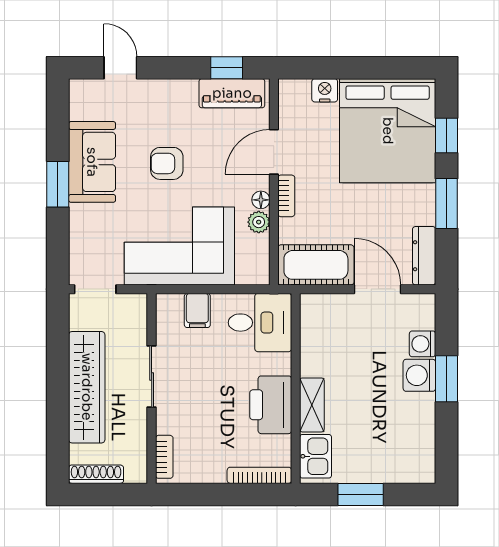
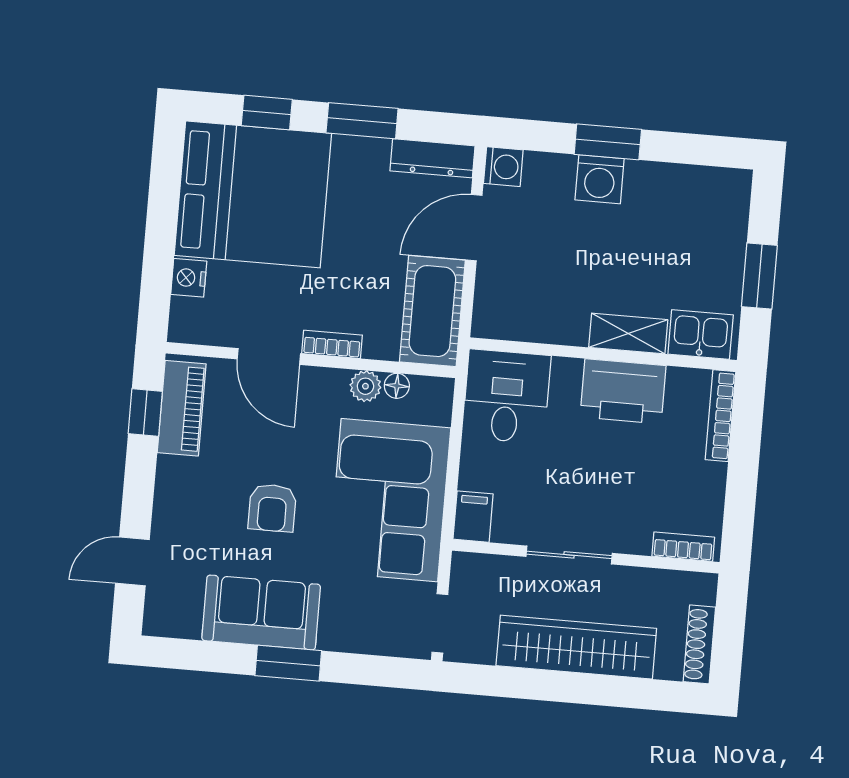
floor lamp: (261, 200) -> (397, 386), moved
filing cabinet: (197, 310) -> (473, 517), moved, turned -90
washing machine: (422, 344) -> (503, 167), moved, turned -90

